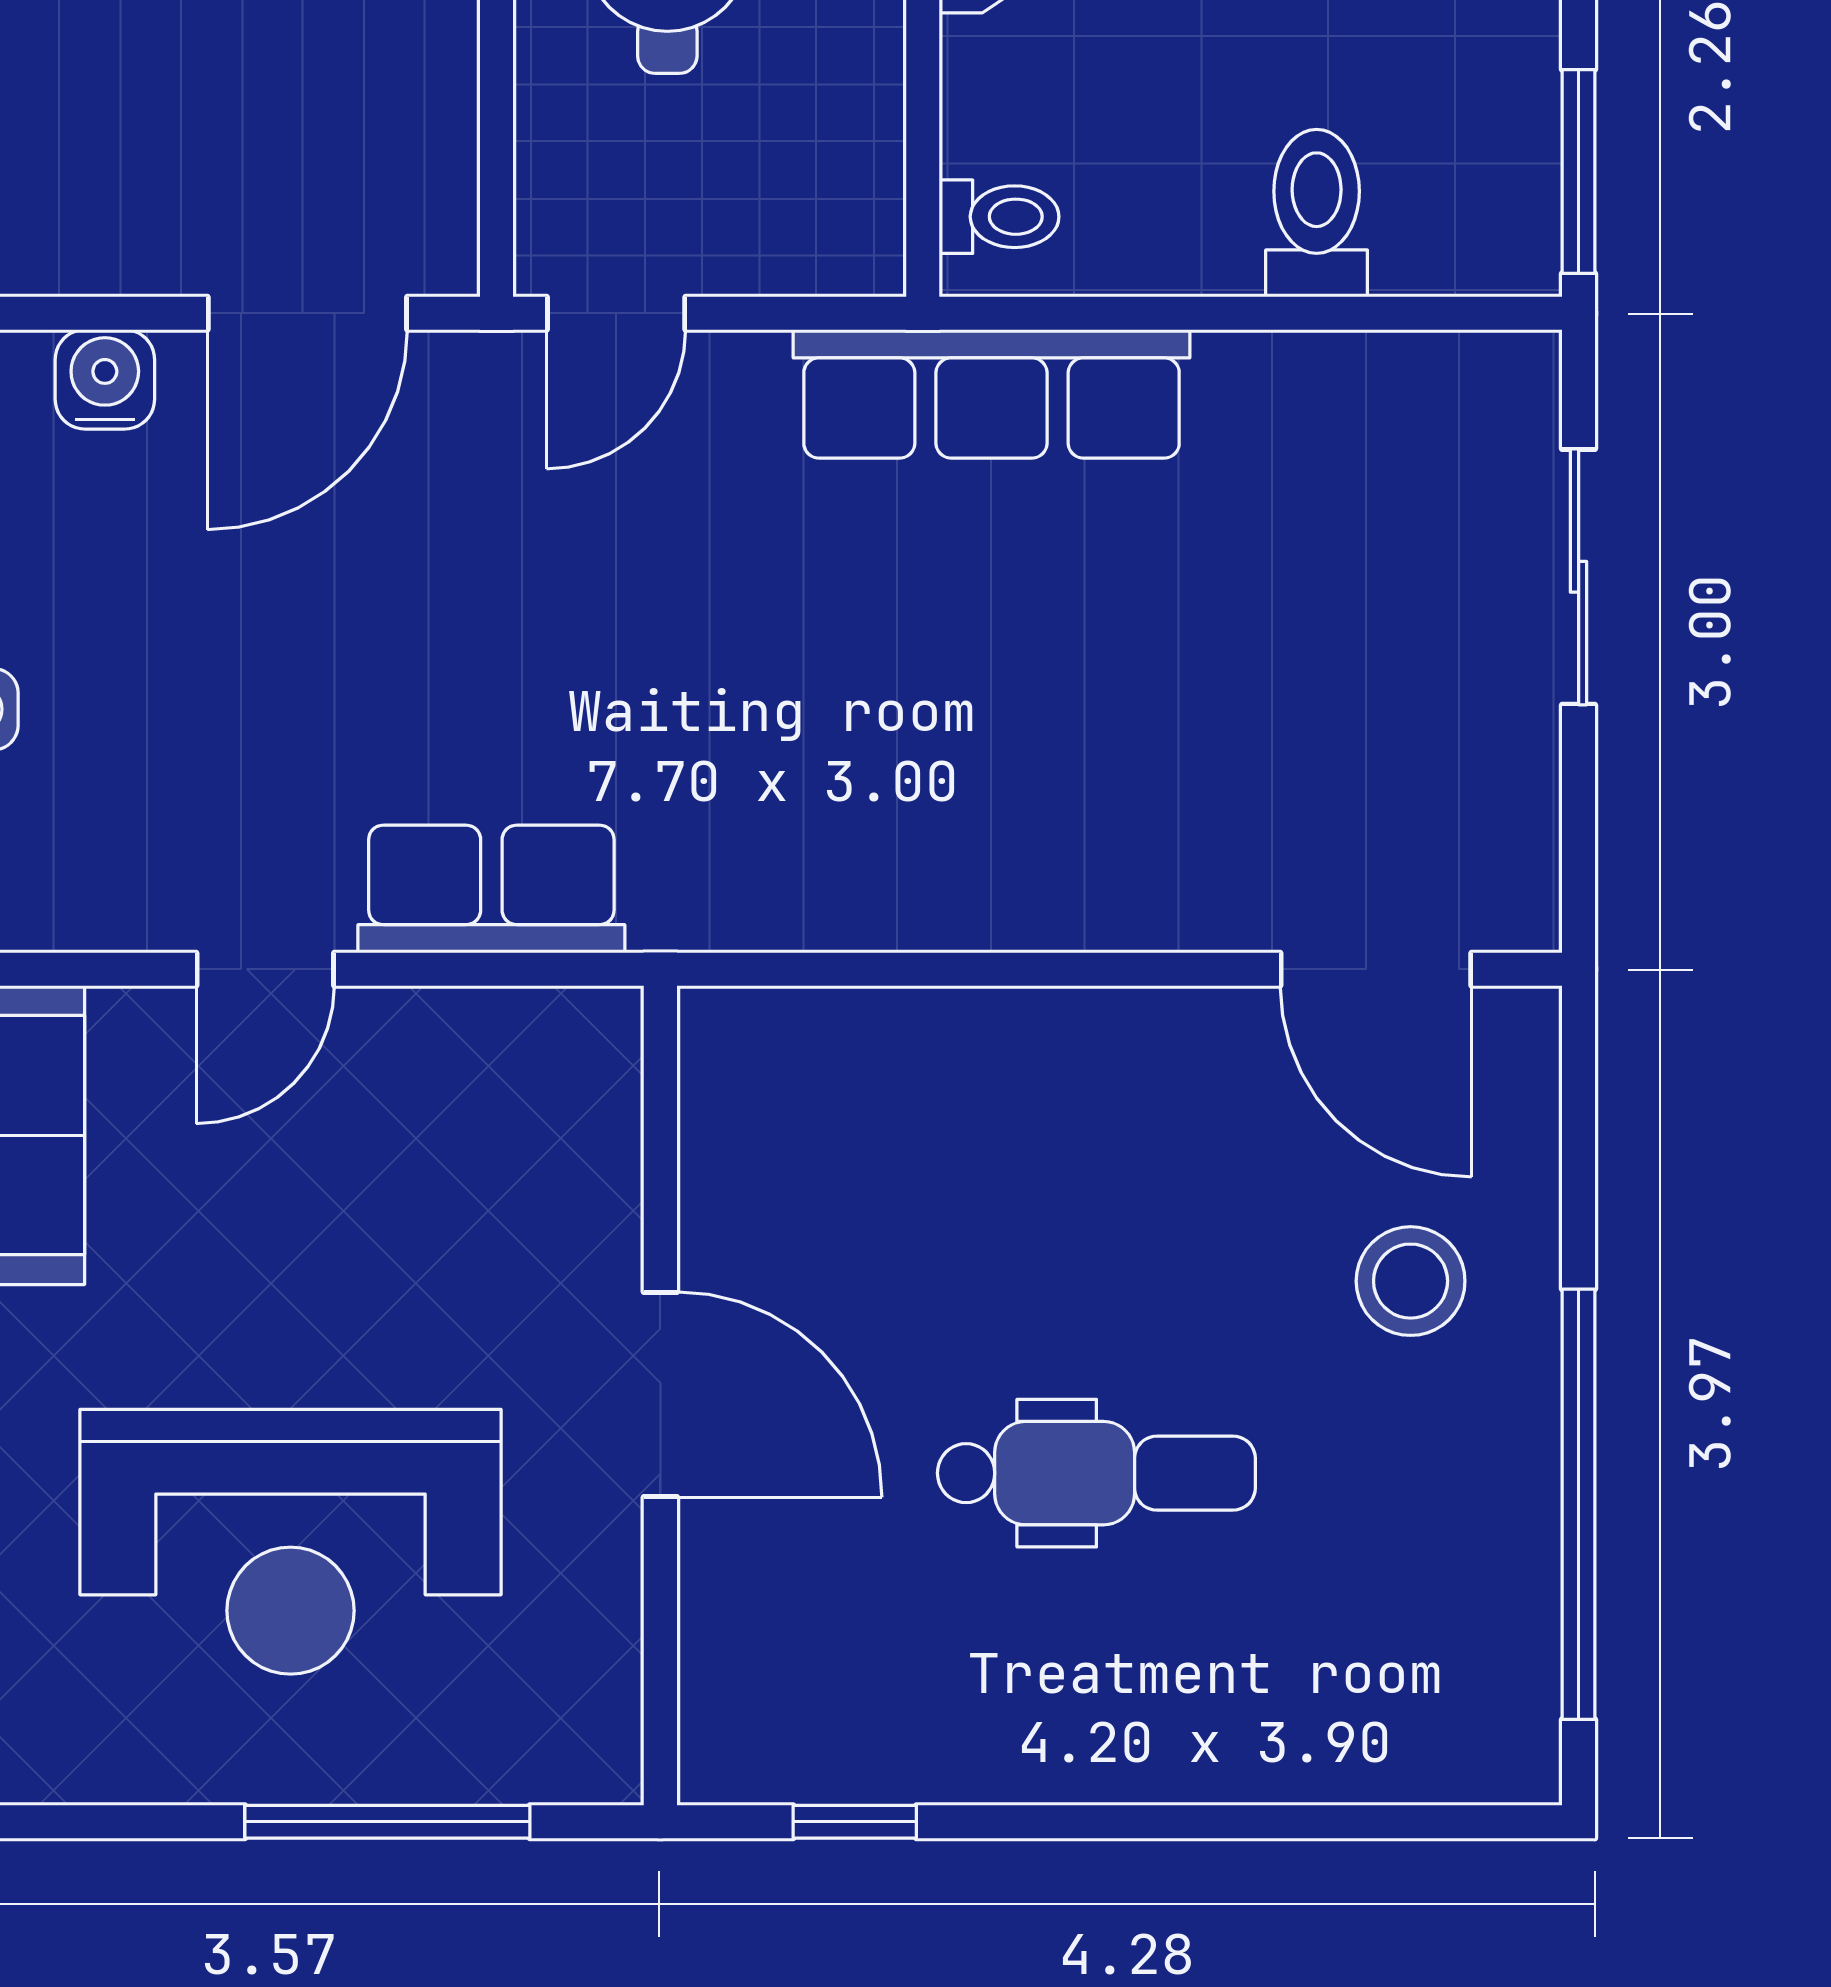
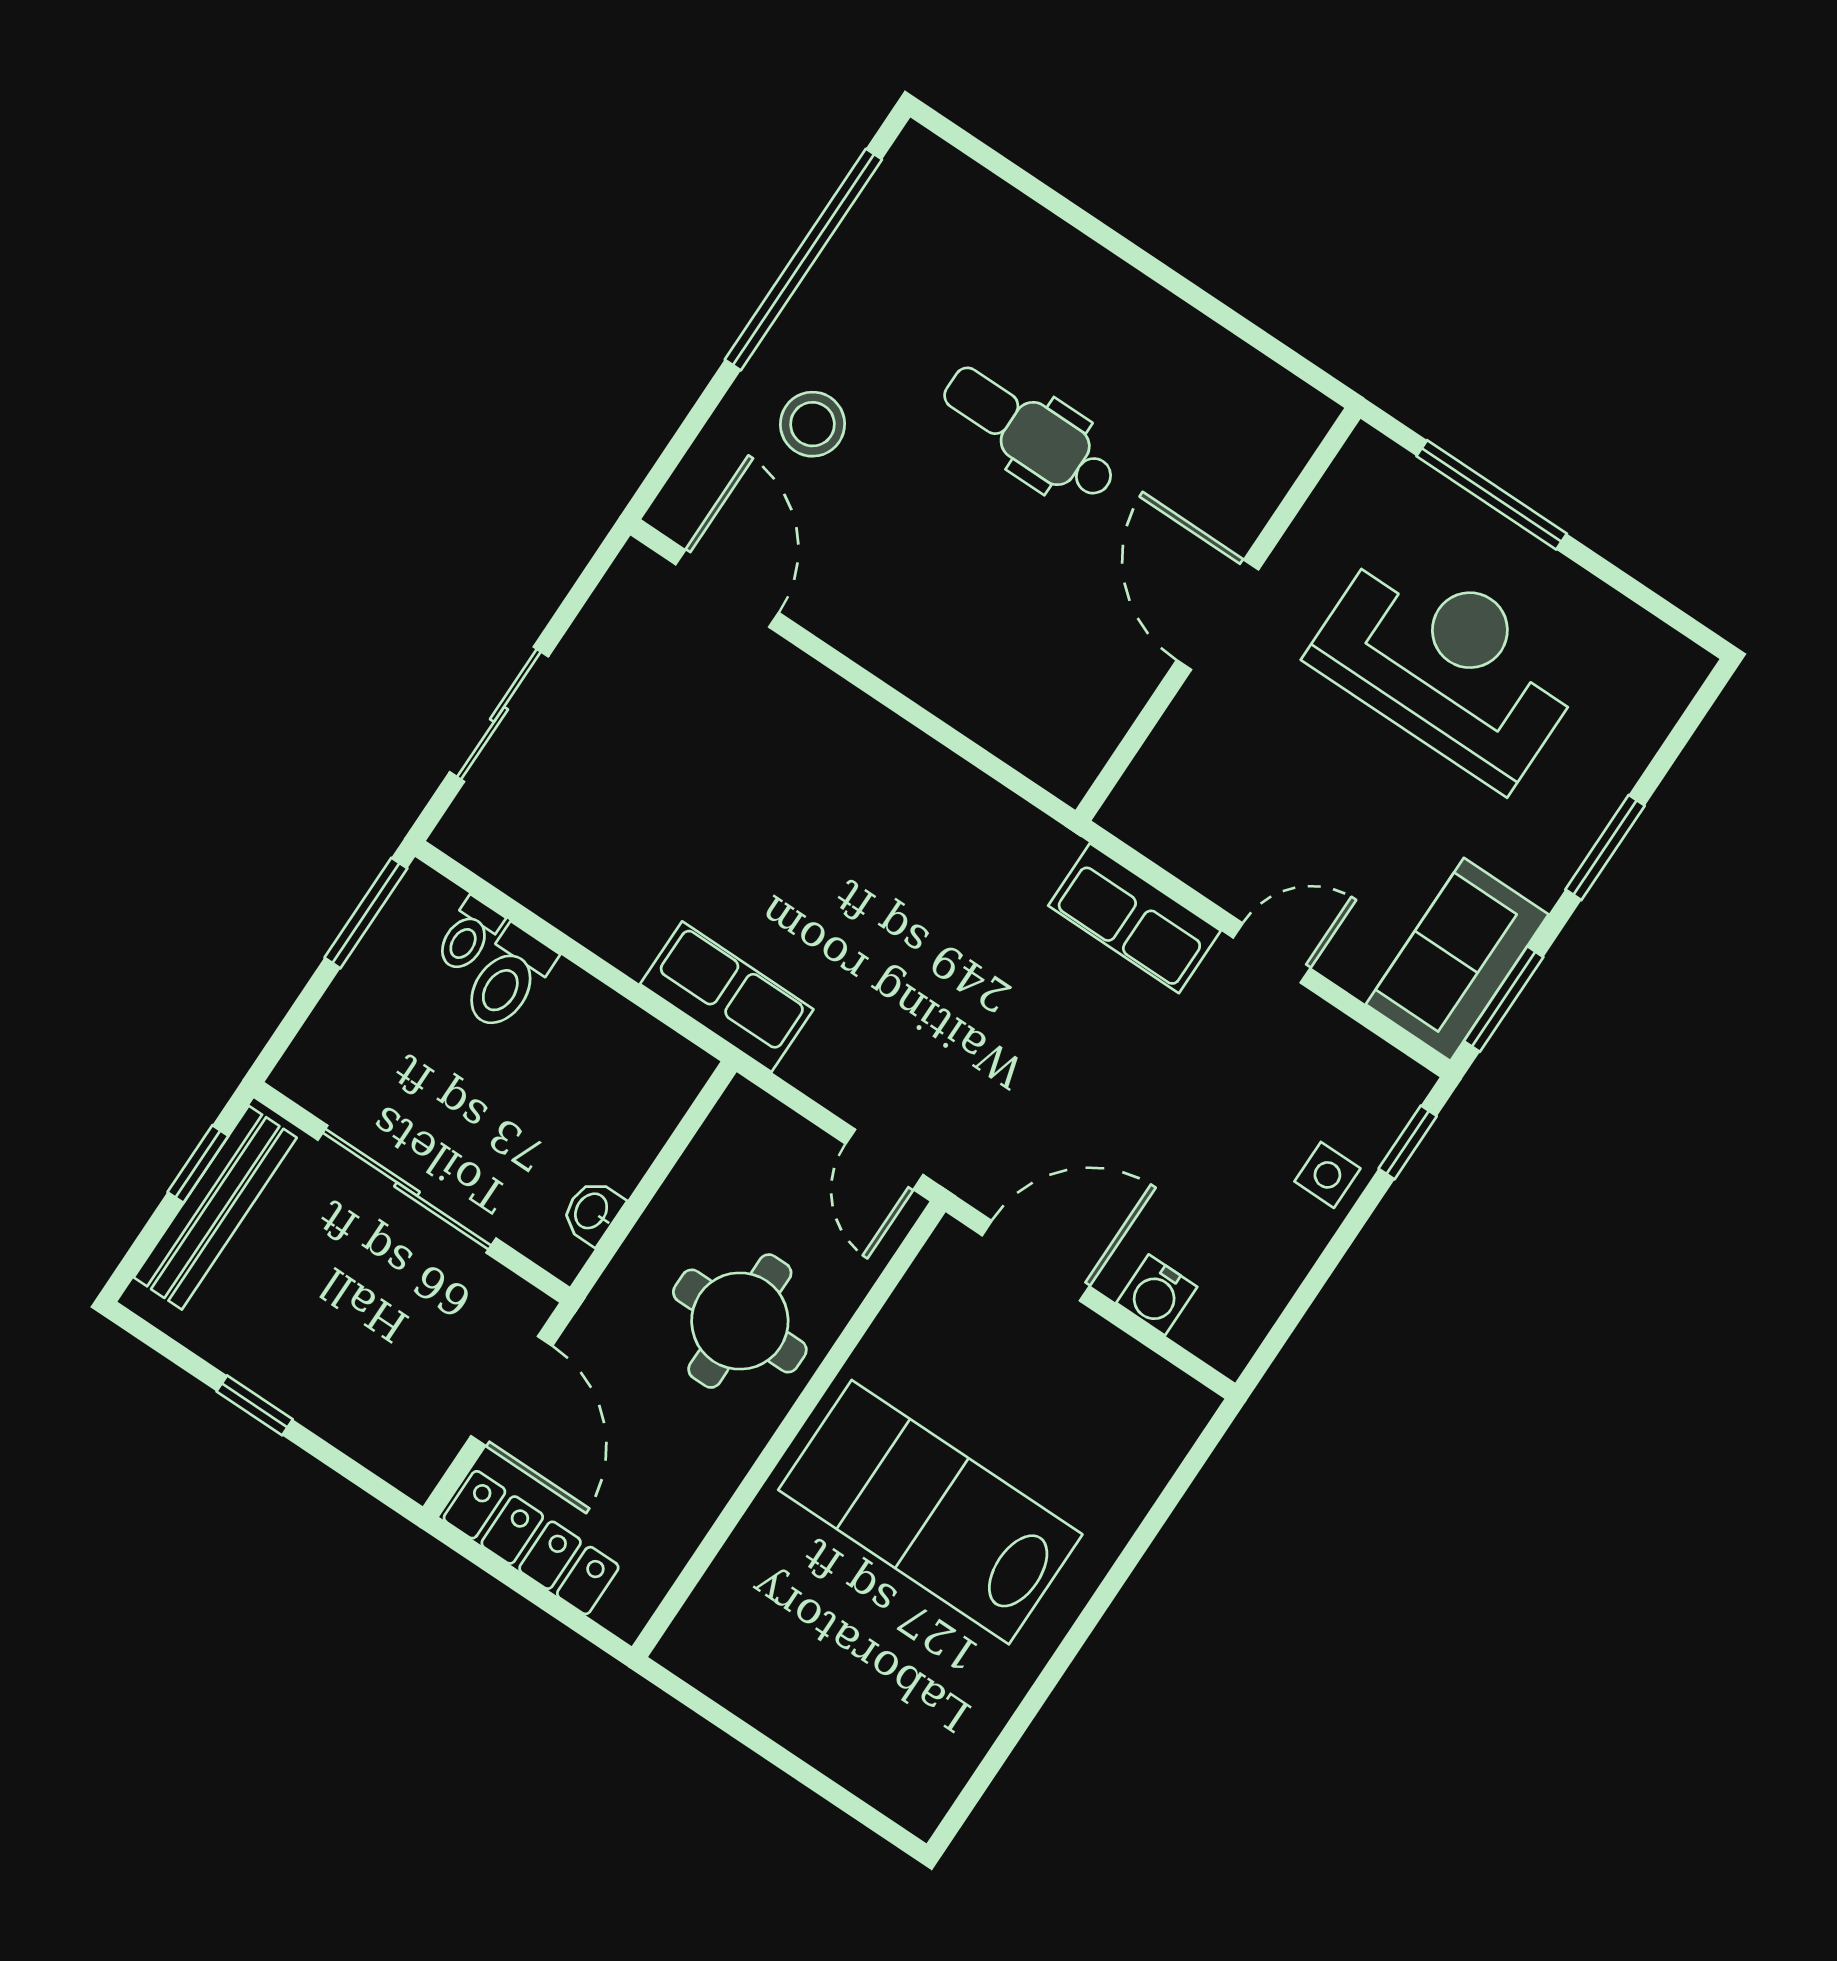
toilet: (999, 217) -> (469, 935), moved, turned -90
door: (616, 313) -> (884, 1159), swing flipped
row of seats: (992, 394) -> (727, 997), width x0.68
window: (855, 1822) -> (1263, 341), removed

